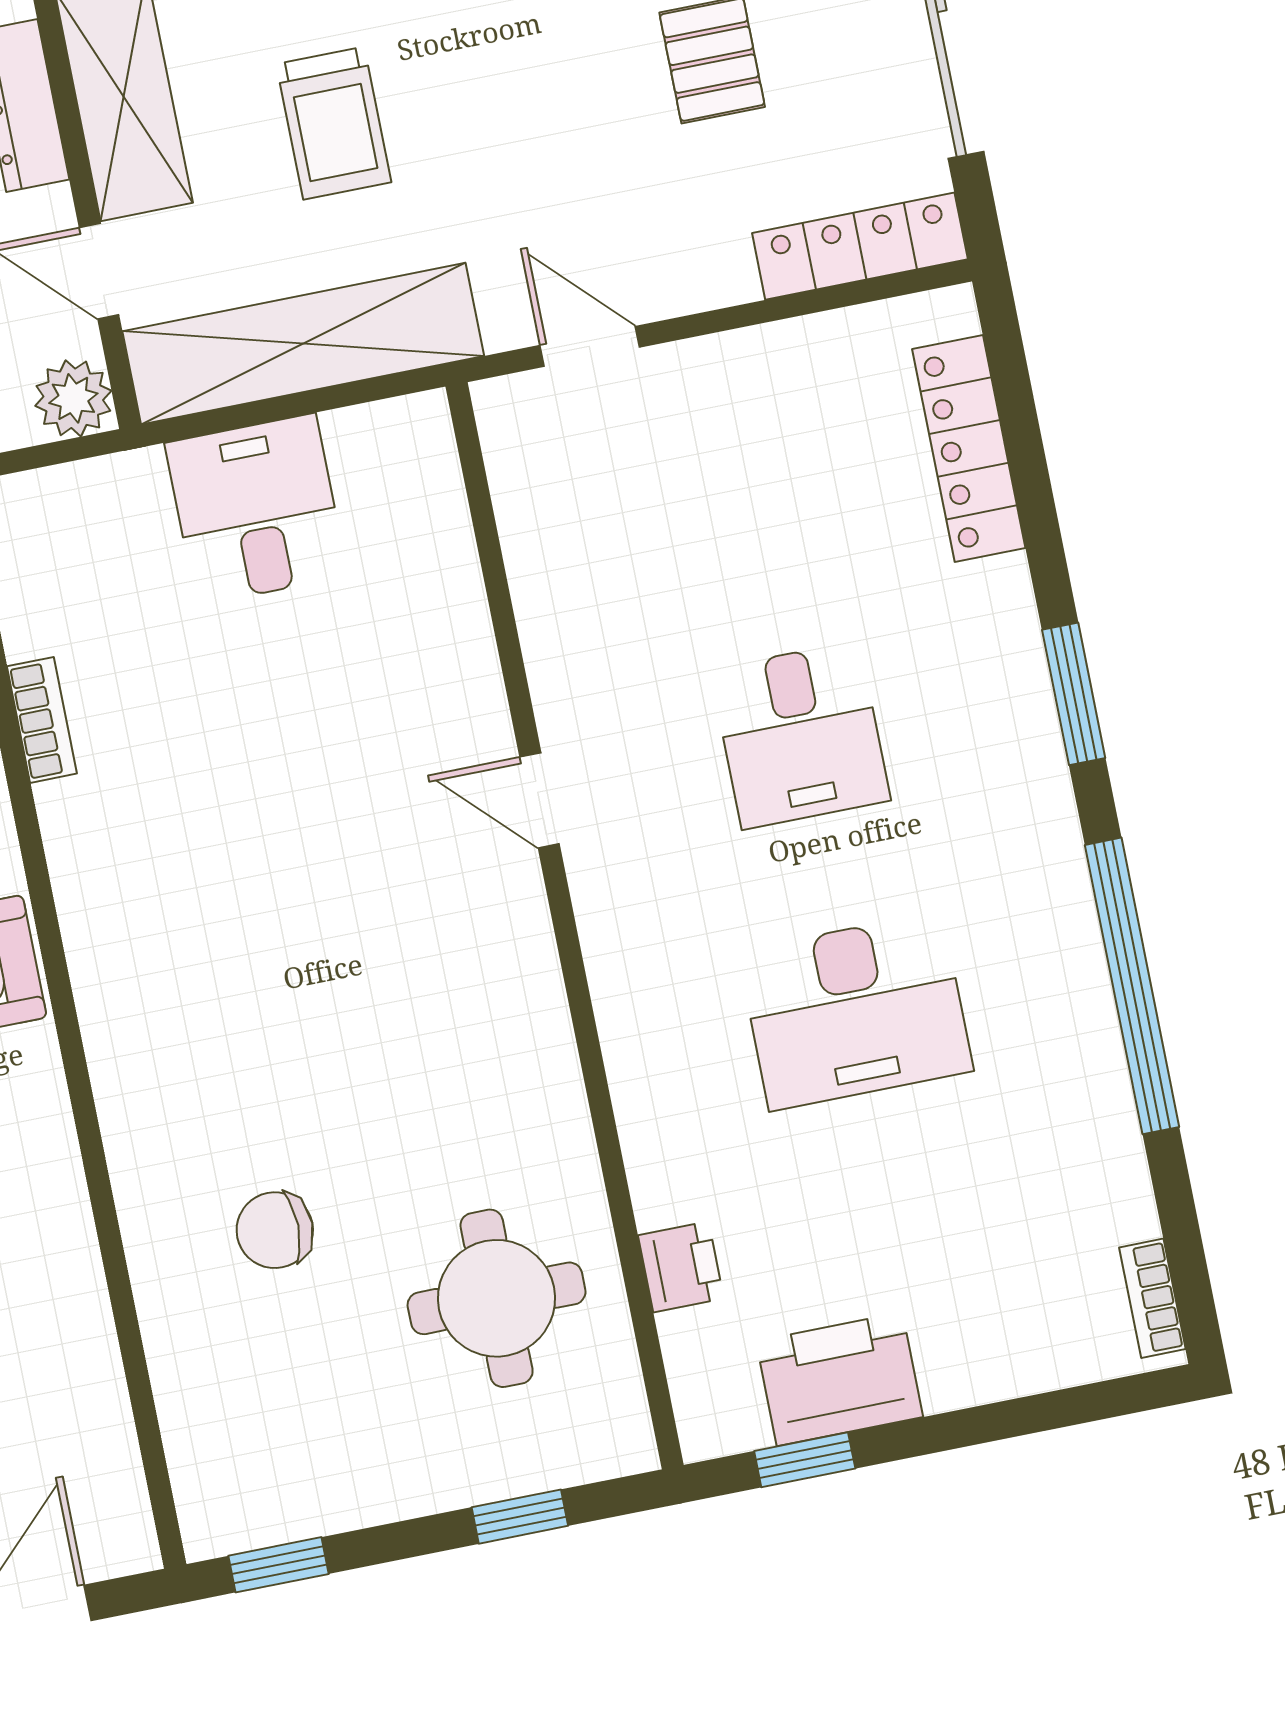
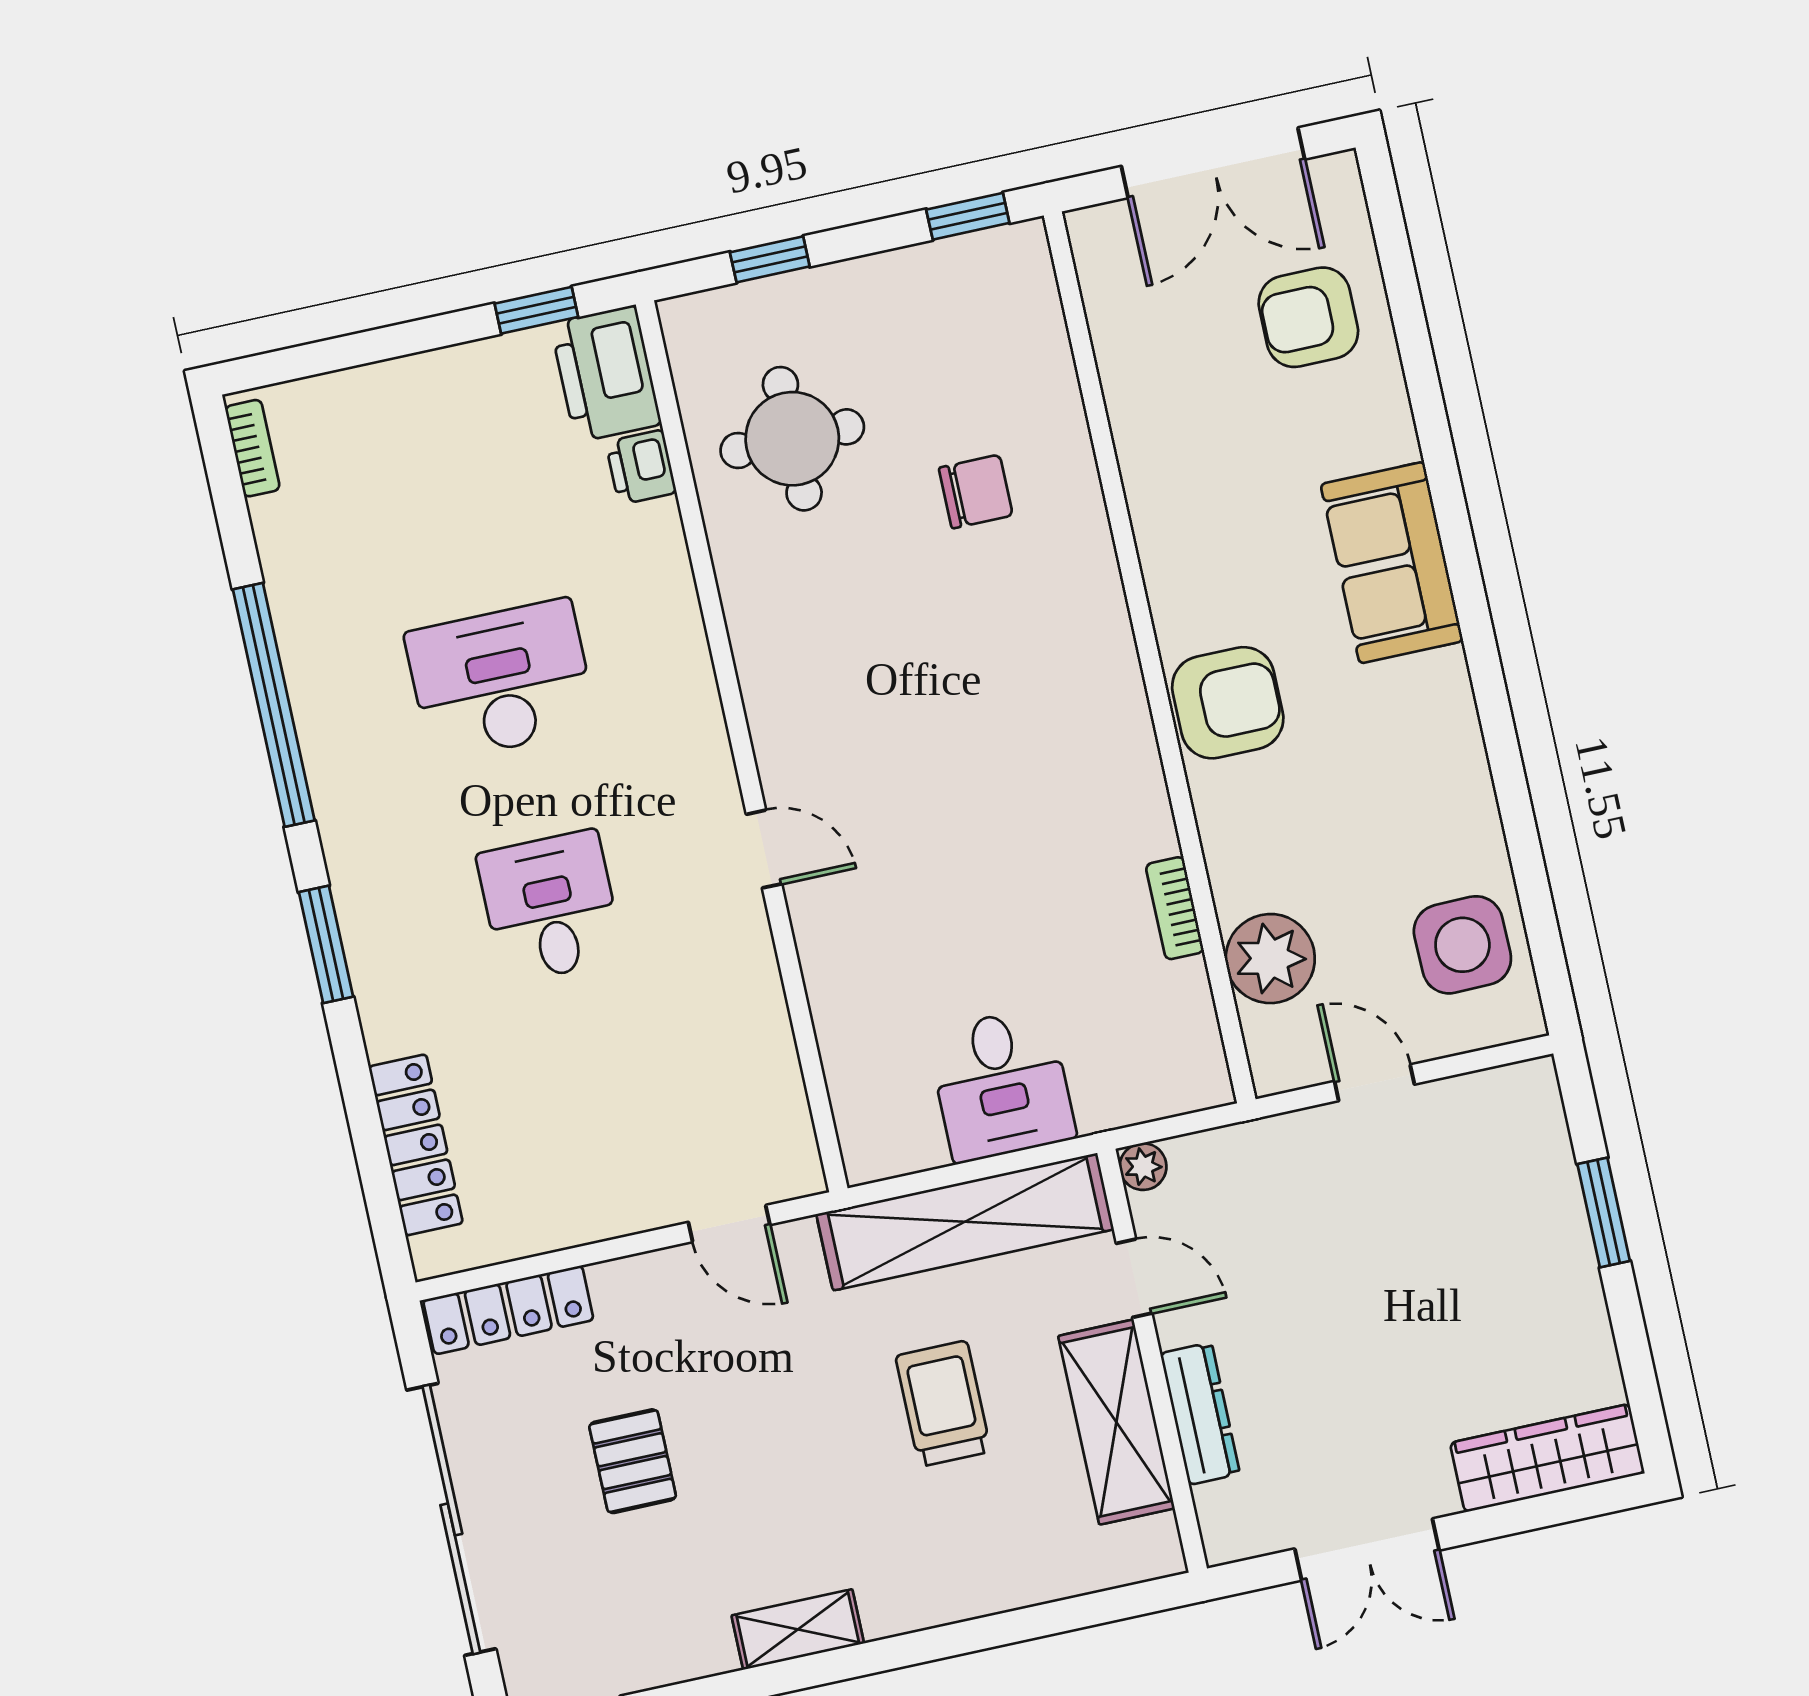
plant: (73, 398) -> (1143, 1167), width x0.73, depth x0.73
printer: (840, 1379) -> (606, 374), moved, turned 90

